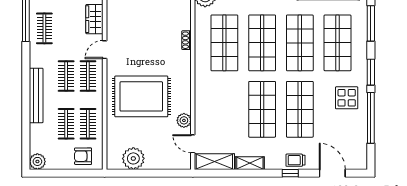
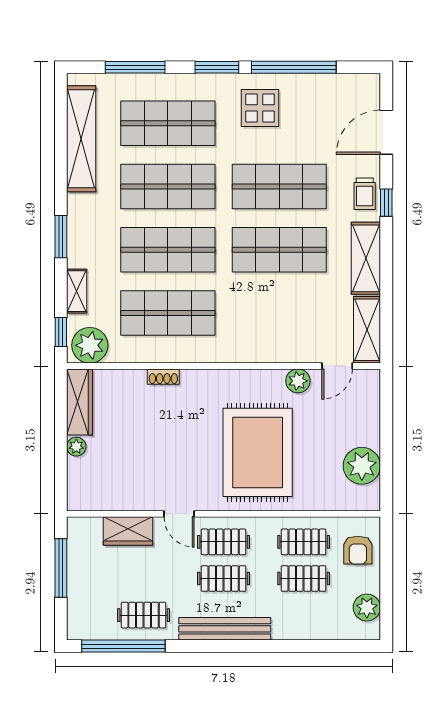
bench: (36, 95) -> (225, 629), moved
plant: (37, 161) -> (367, 608), moved
shelving: (250, 163) -> (366, 258), width x1.50, depth x1.33

